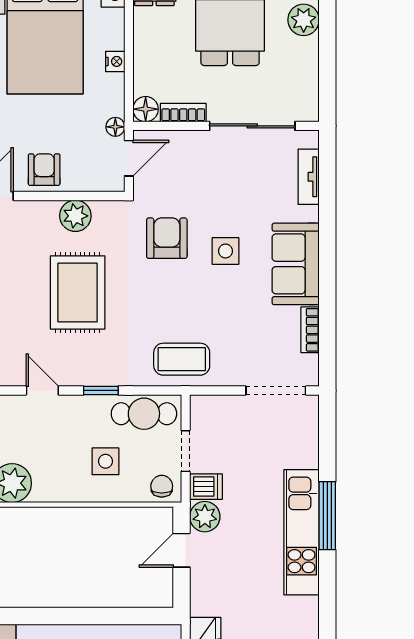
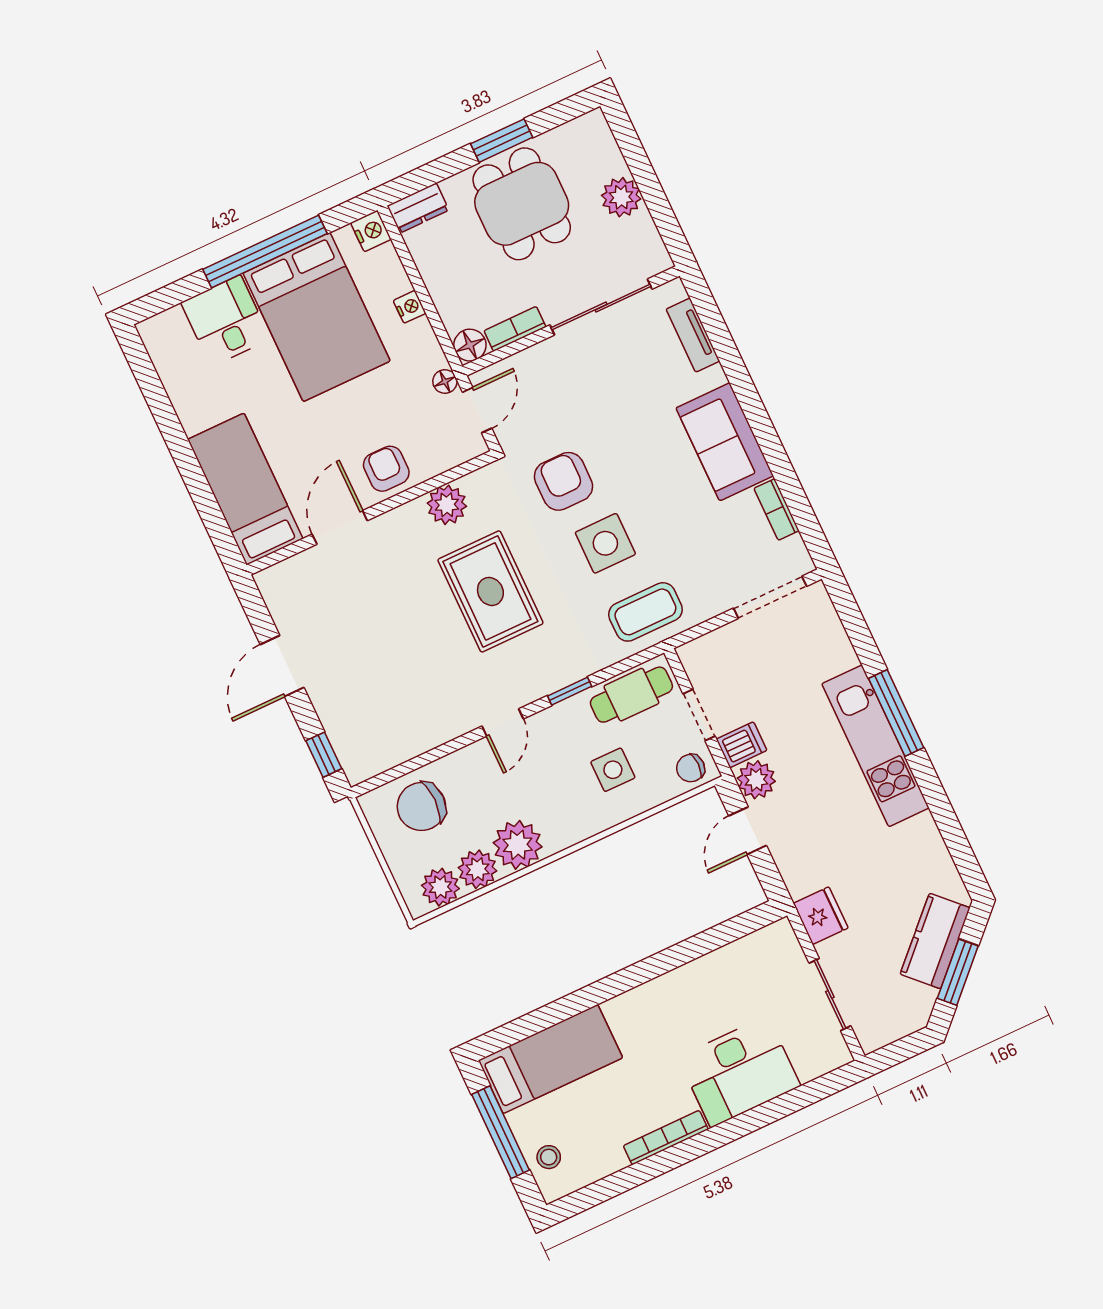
plant: (304, 20) -> (621, 197), moved
side table: (226, 251) -> (605, 543), moved, width x1.37, depth x1.37
door: (42, 390) -> (503, 723), swing flipped
chair: (162, 486) -> (691, 768), turned -90

